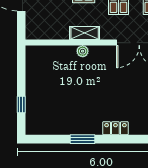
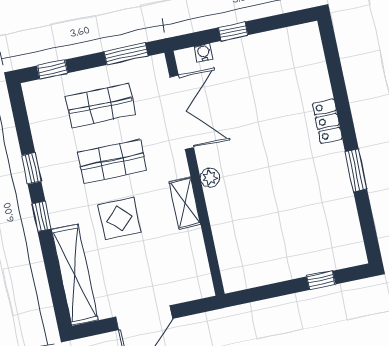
plant: (83, 51) -> (210, 178), moved

